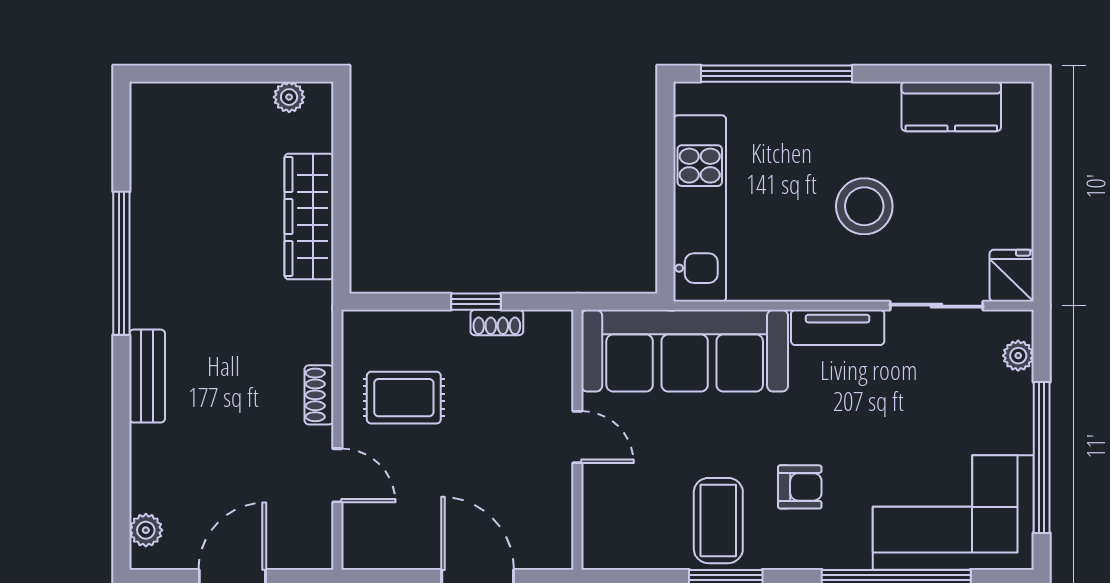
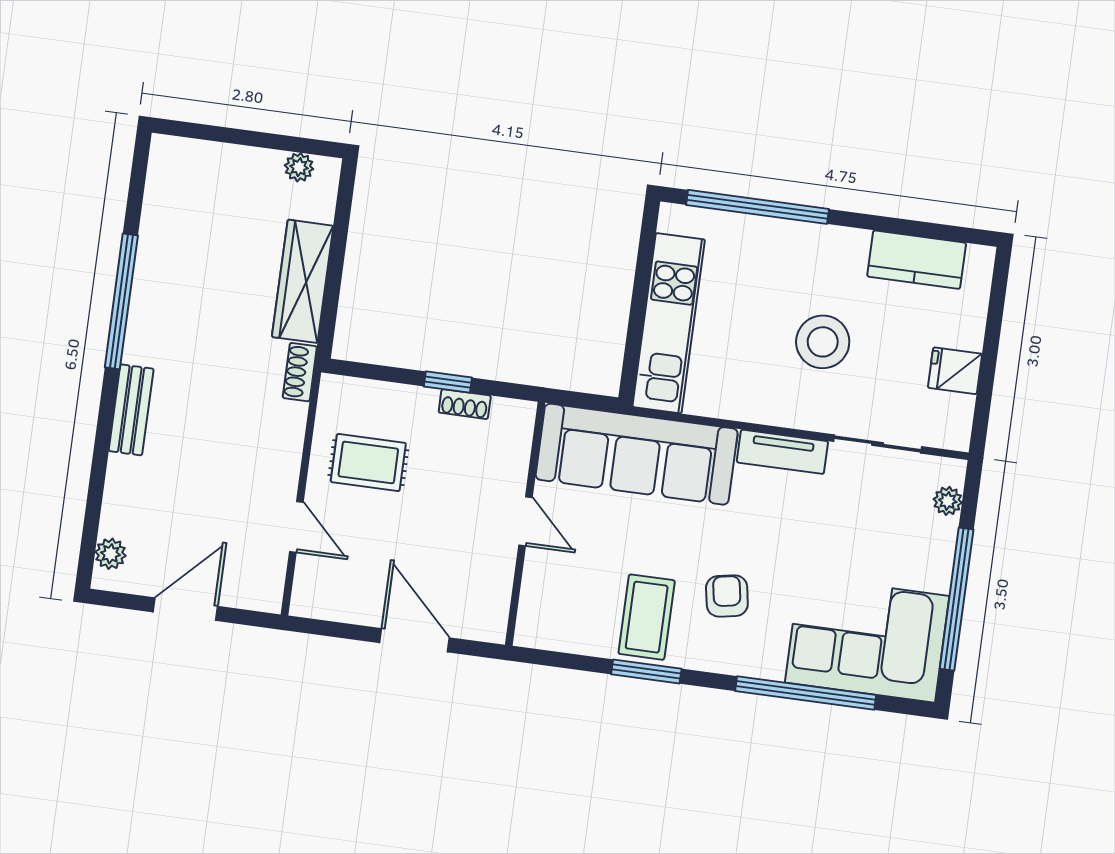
fridge: (1012, 276) -> (955, 371), moved, turned -90
shoe rack: (319, 395) -> (300, 372), moved
armchair: (800, 487) -> (727, 596), turned -100

